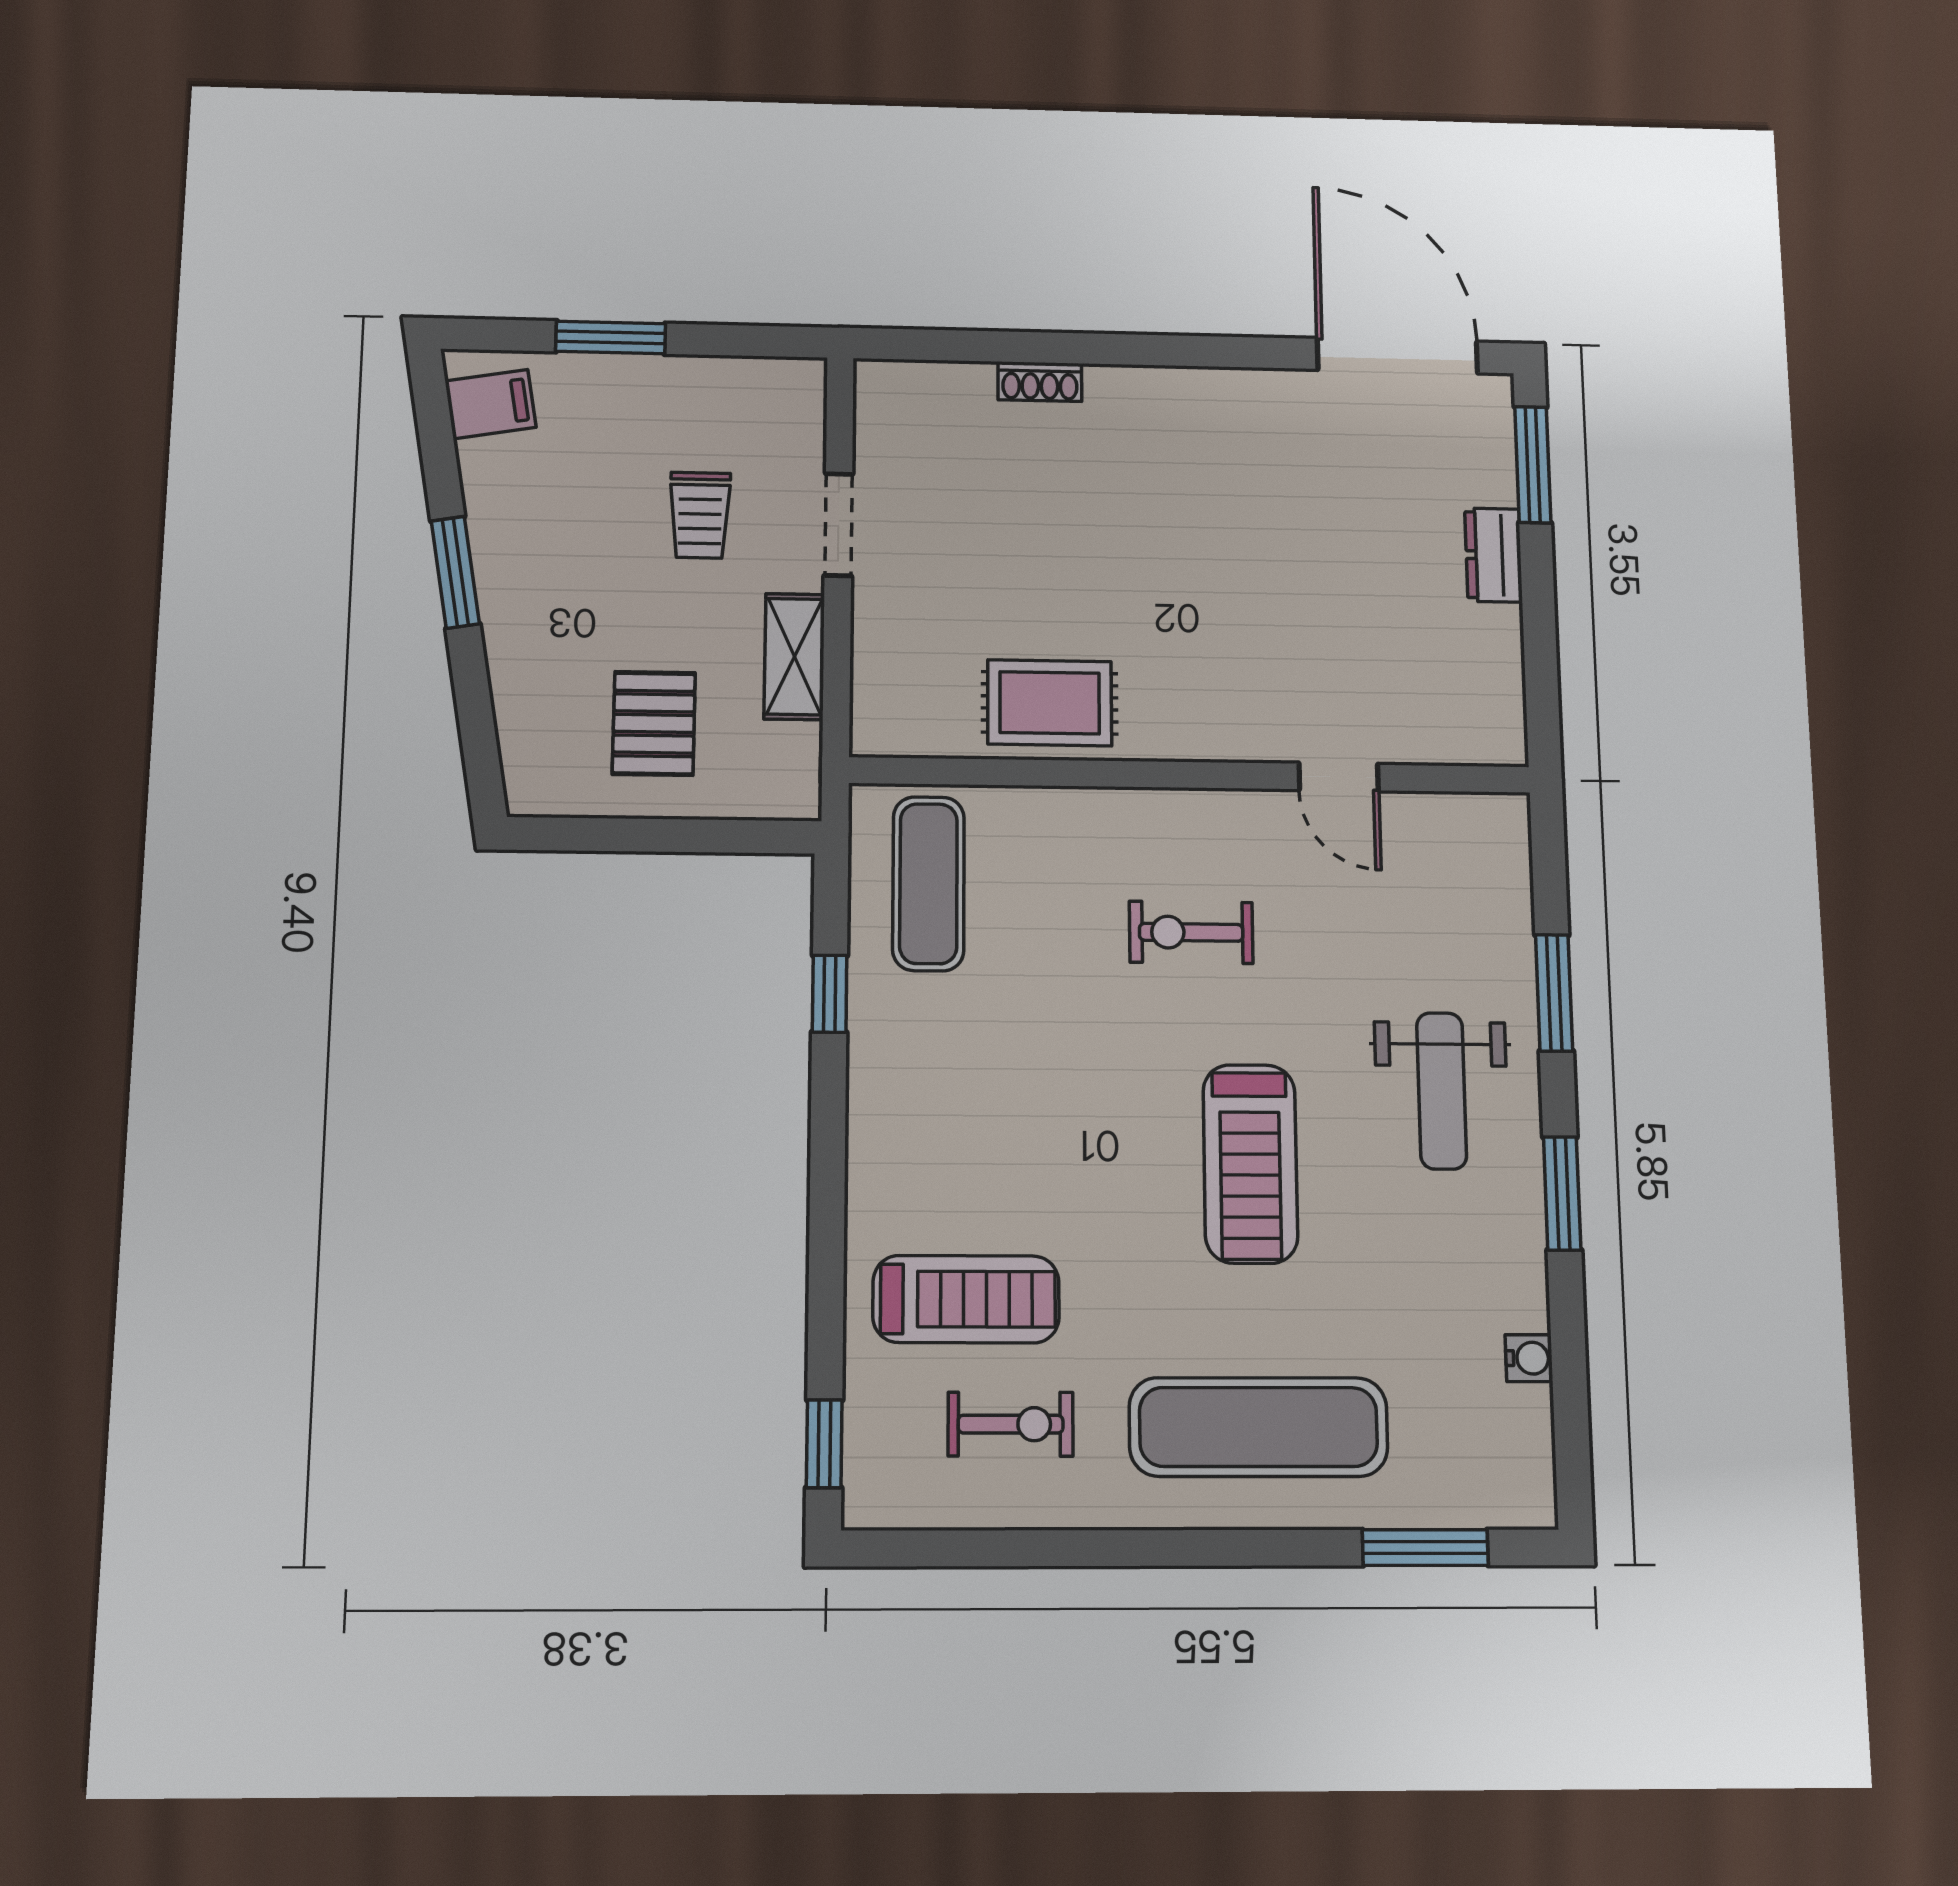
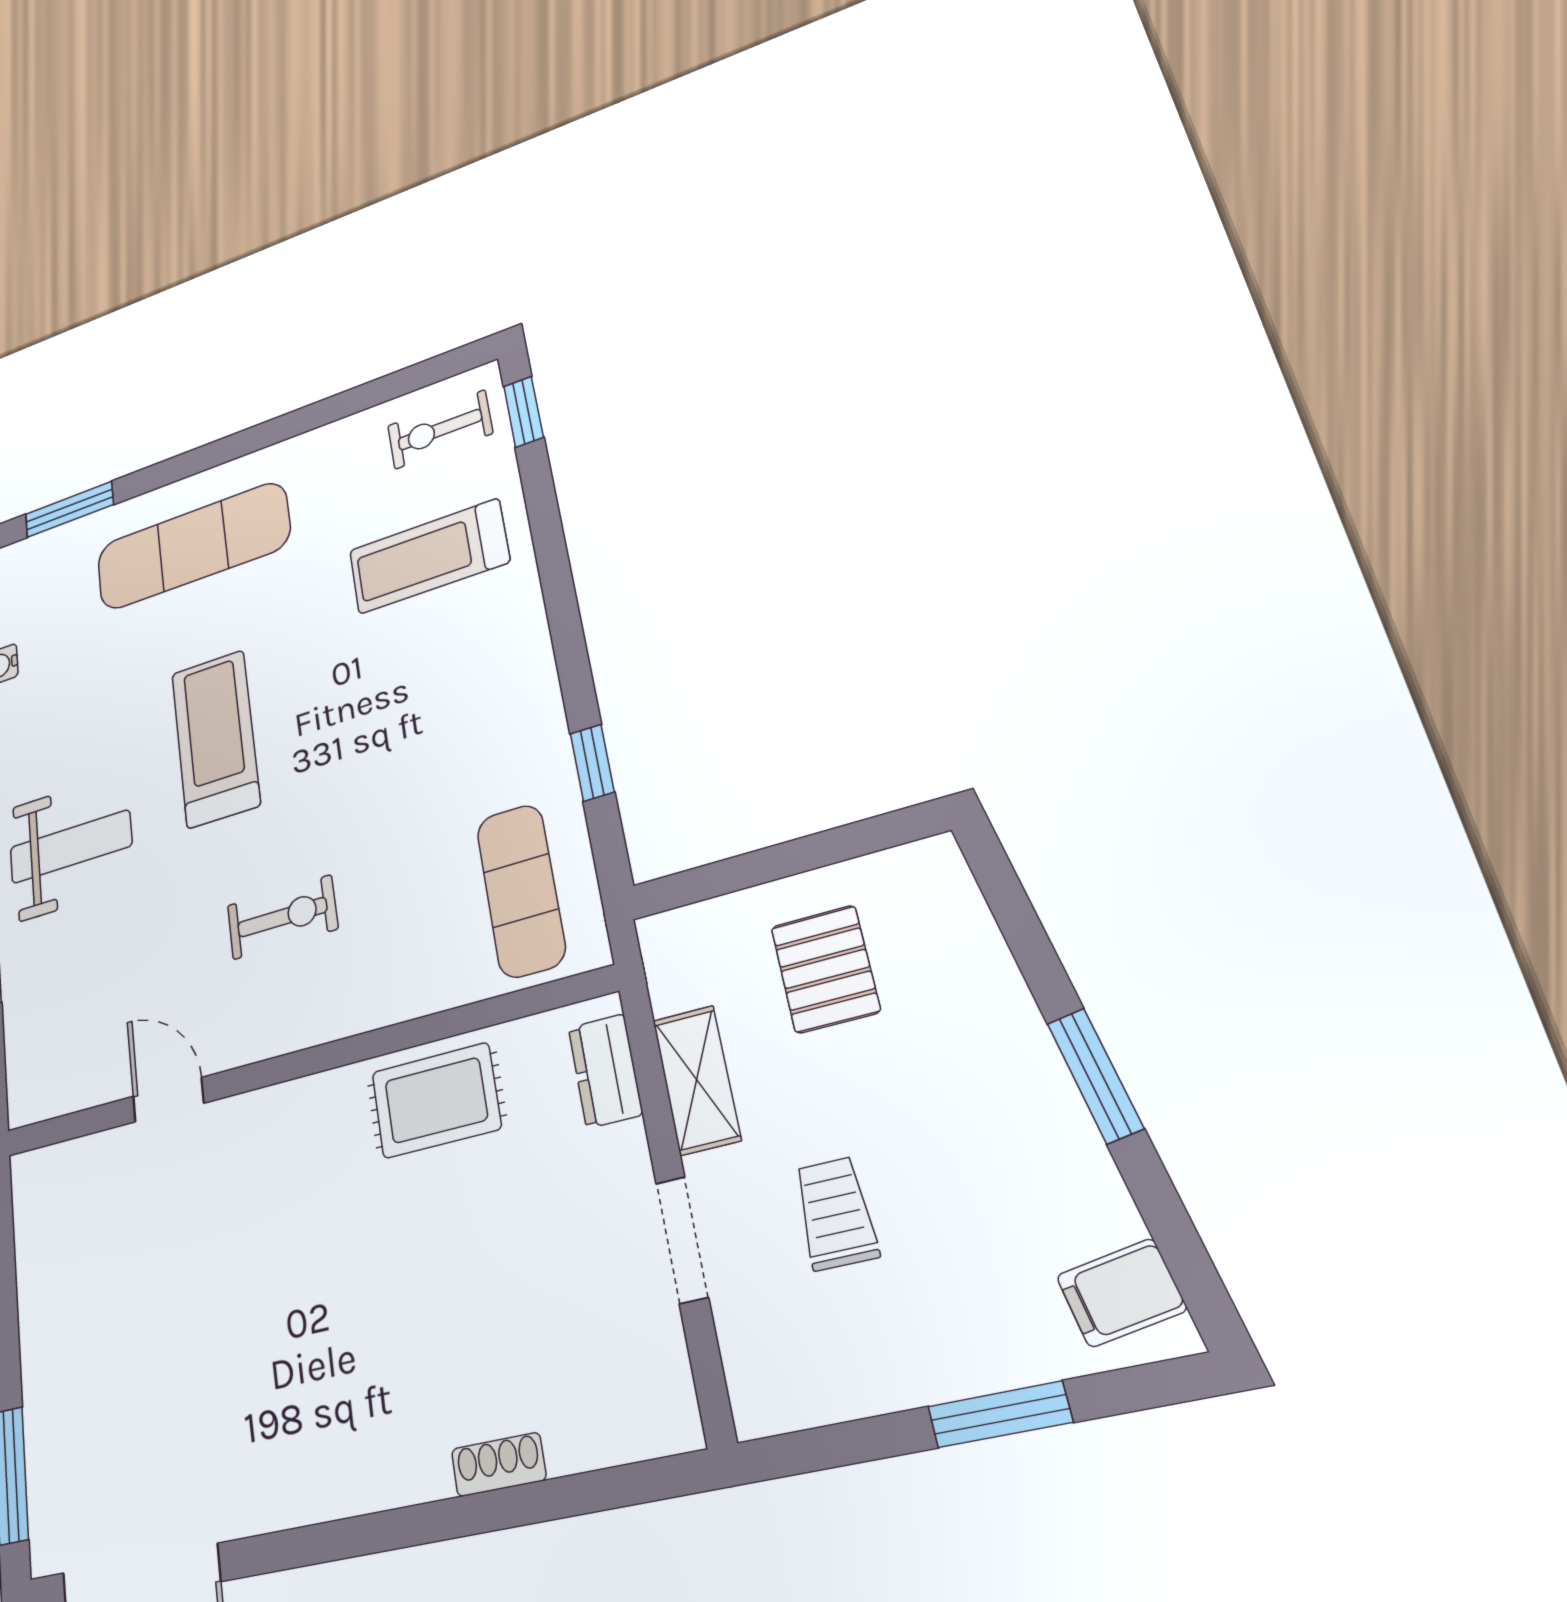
dresser: (1493, 555) -> (605, 1071), moved, turned 180
weight bench: (1442, 1091) -> (71, 847), turned 90
exercise bike: (1011, 1424) -> (440, 430), moved

